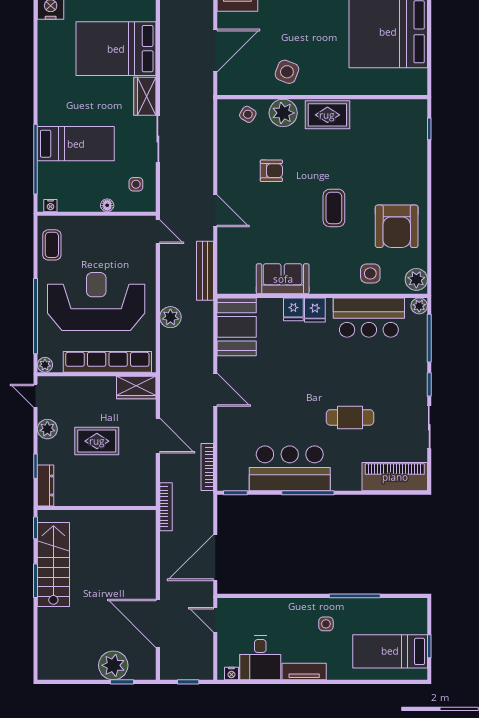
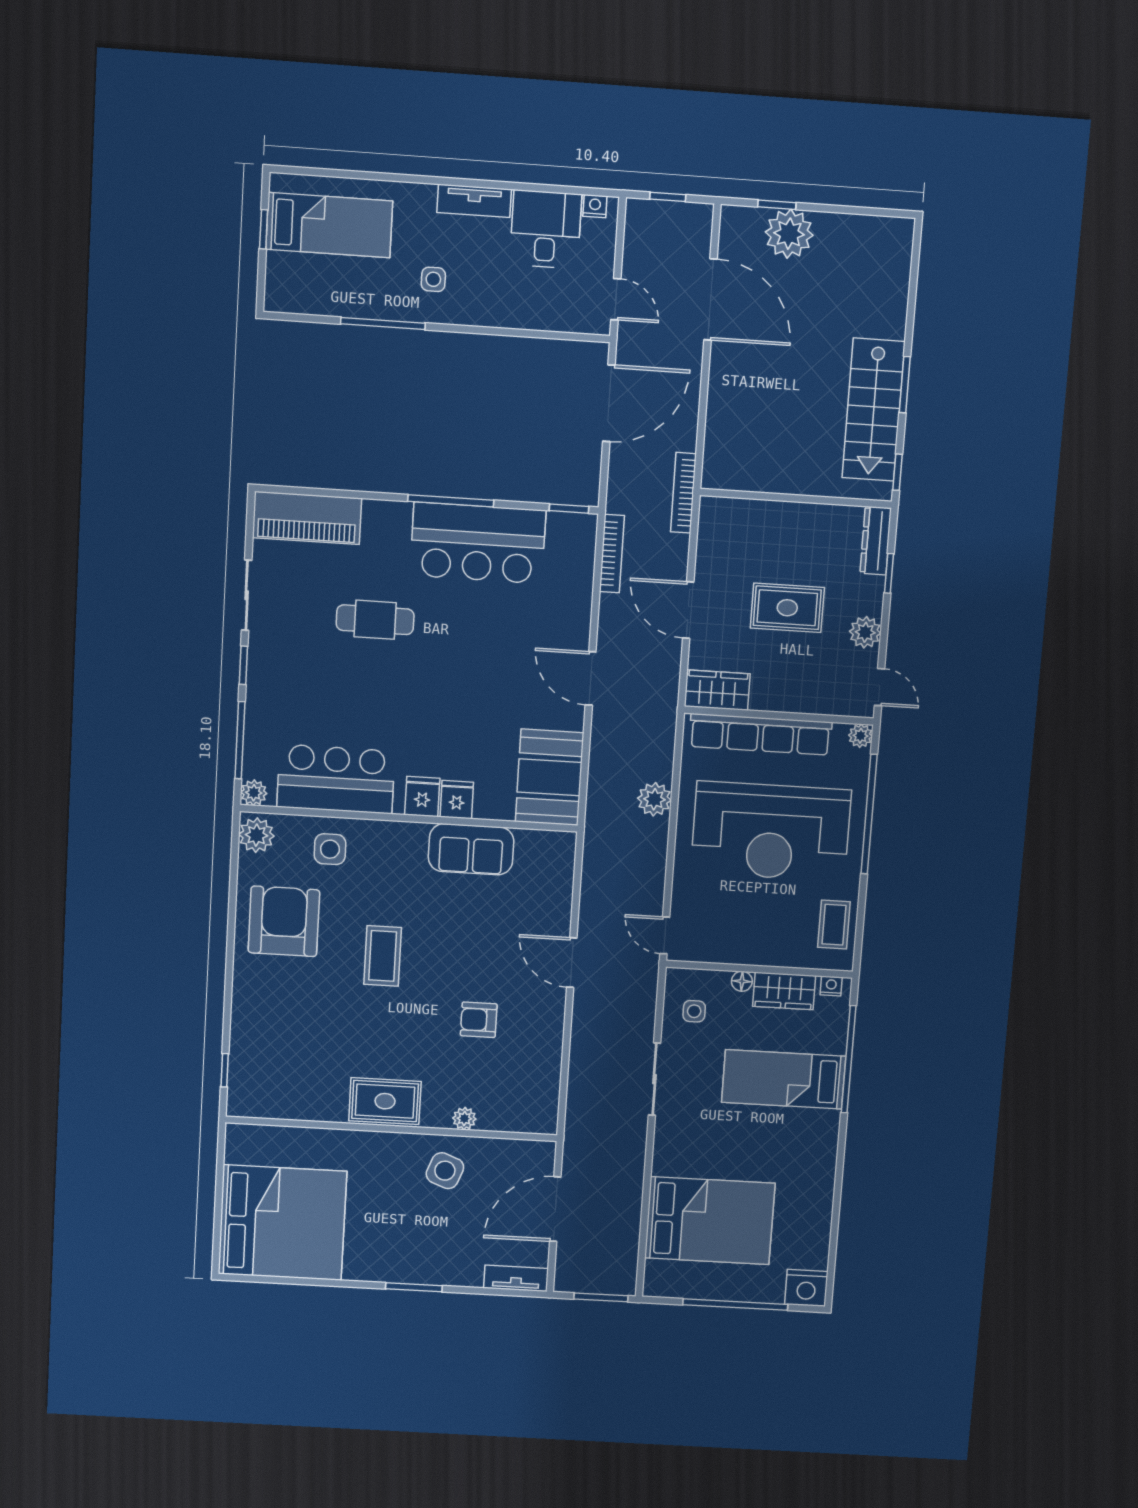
wardrobe: (145, 96) -> (784, 991), moved, turned 90
plant: (283, 113) -> (464, 1119), width x0.53, depth x0.53
side table: (248, 114) -> (510, 1109), removed
bench: (205, 271) -> (594, 869), removed

